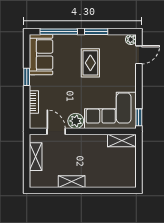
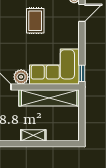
shelving: (122, 141) -> (49, 98), width x2.20, depth x1.33
shelving: (72, 182) -> (33, 135), moved

